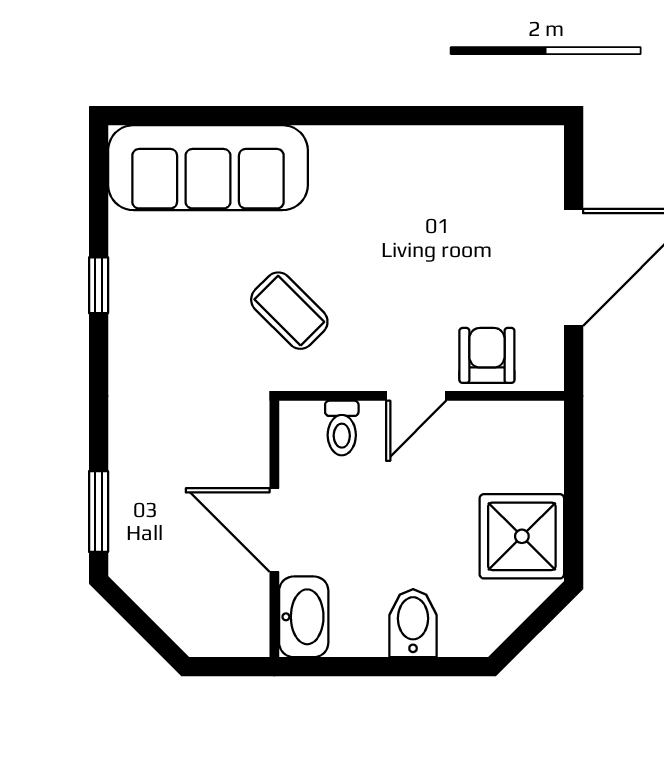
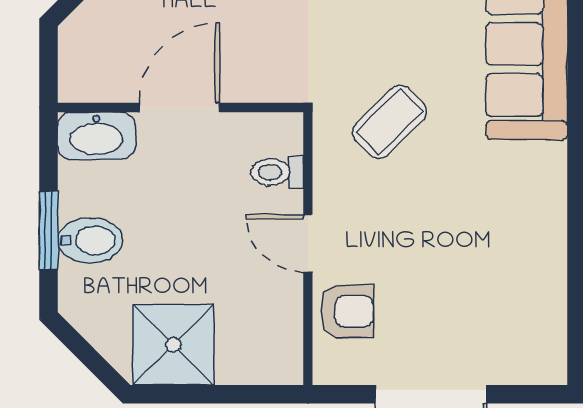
window: (403, 667) -> (49, 231), added

